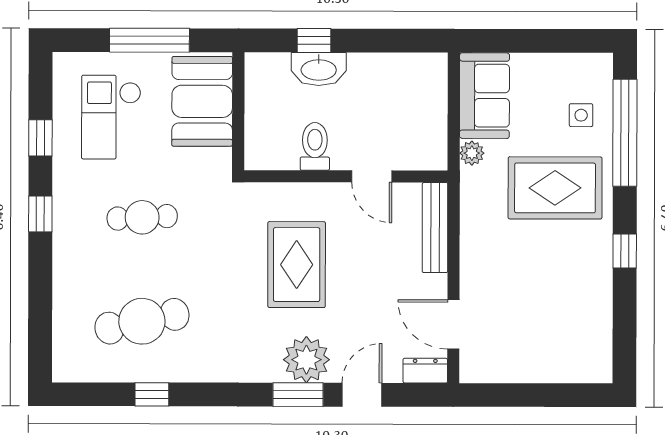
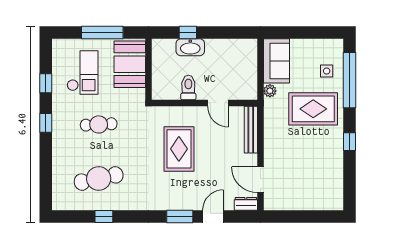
checkout: (111, 117) -> (82, 72), turned 180
plant: (306, 360) -> (184, 198), removed

